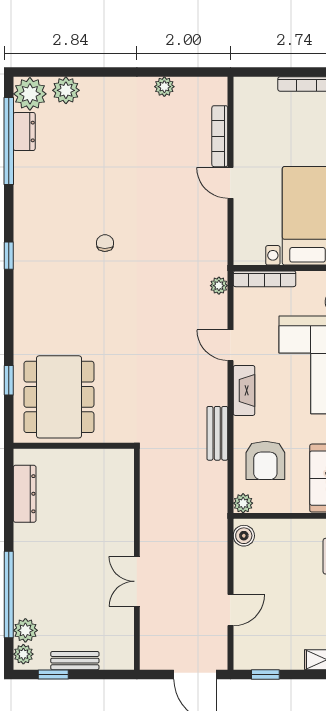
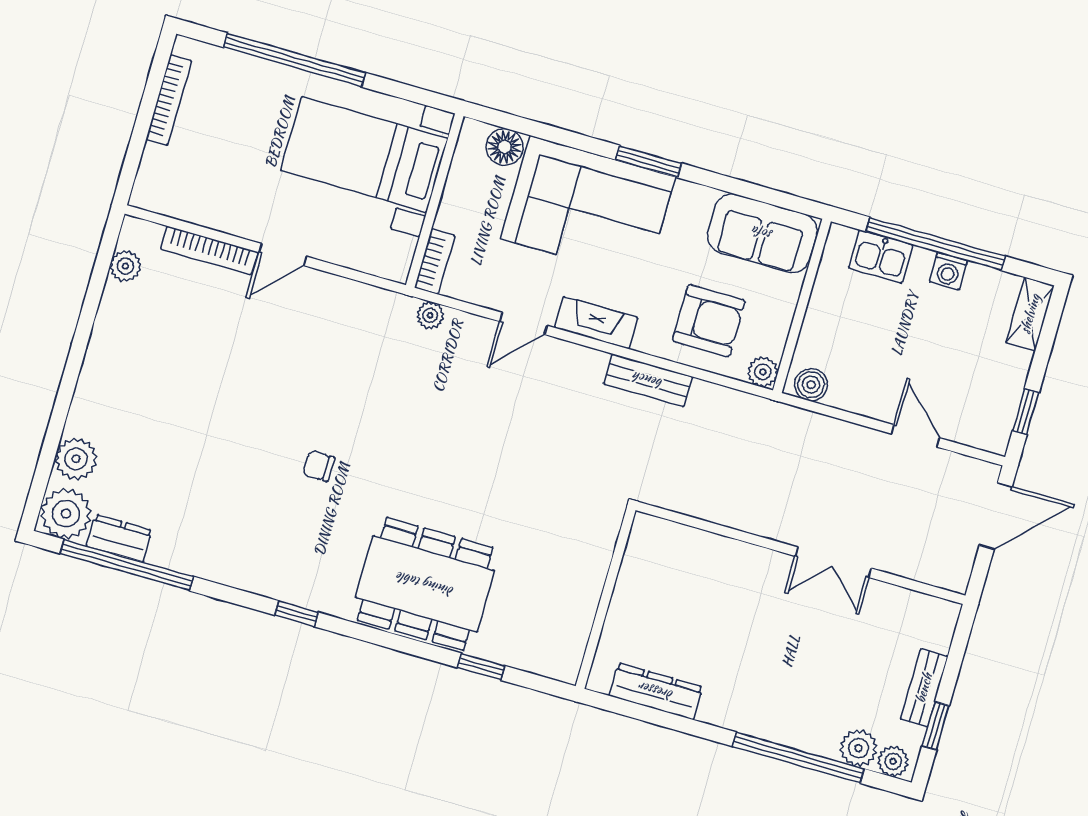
plant: (164, 87) -> (125, 266), moved
bookcase: (264, 279) -> (435, 262), width x0.64
dining table: (59, 397) -> (425, 584), moved

